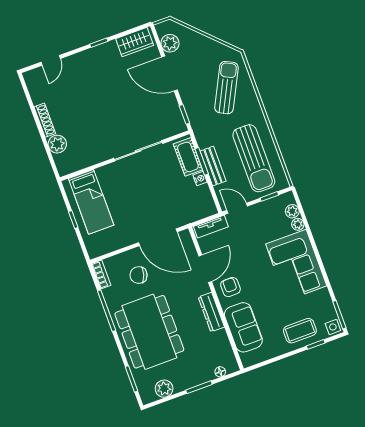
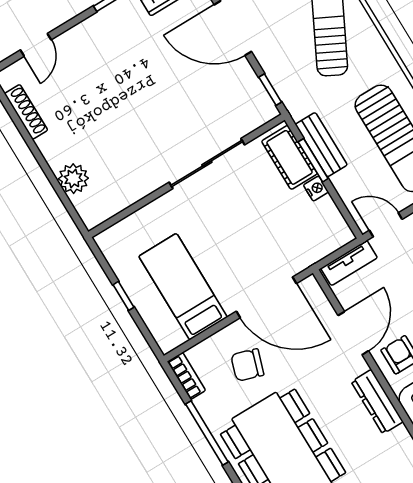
shoe rack: (45, 120) -> (26, 112), moved
bench: (213, 166) -> (321, 145), moved
bed: (91, 202) -> (183, 287), moved, turned 180

